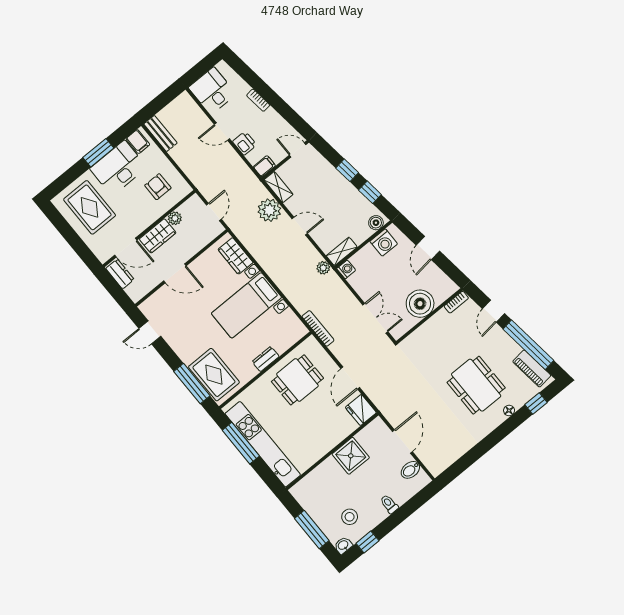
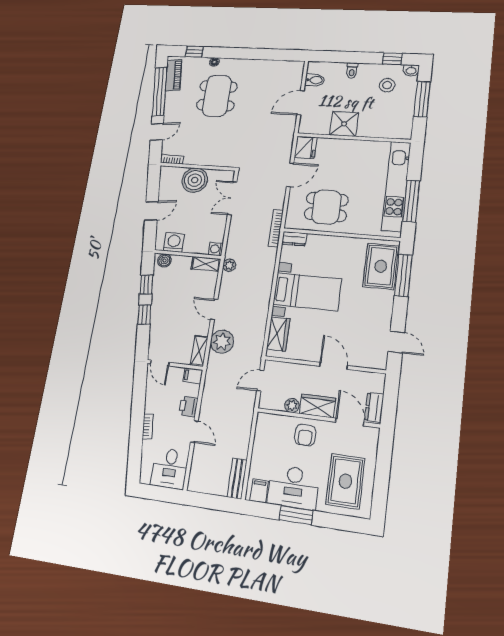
armchair: (158, 187) -> (305, 435), moved
dresser: (266, 359) -> (294, 239), moved

